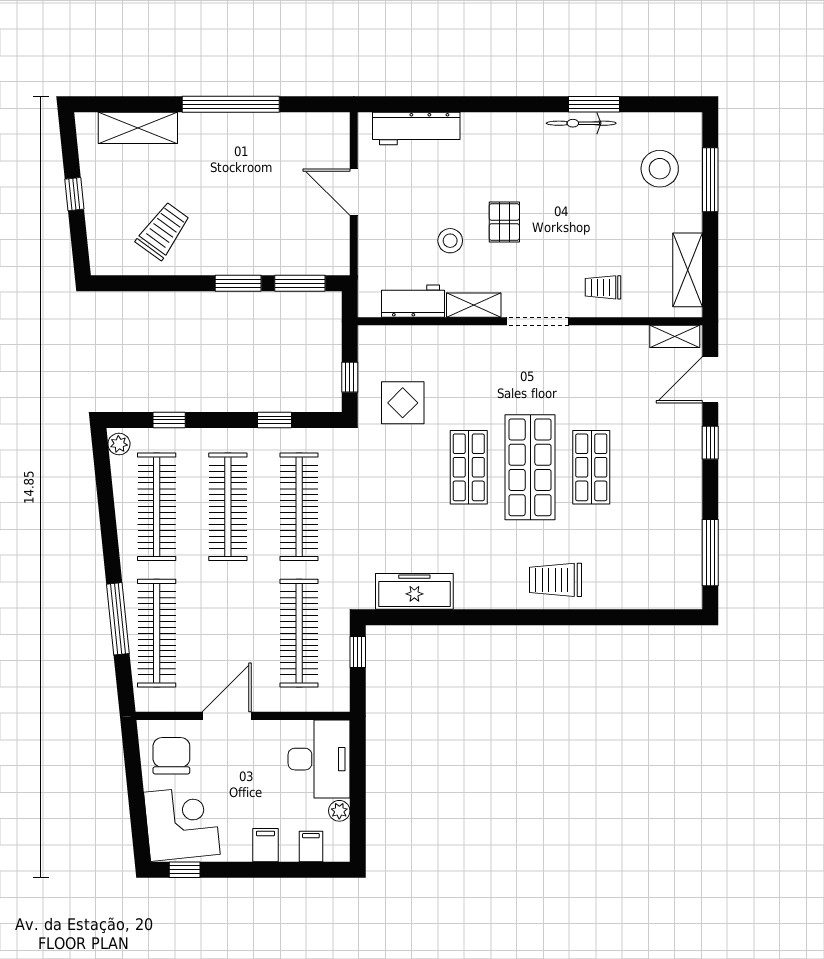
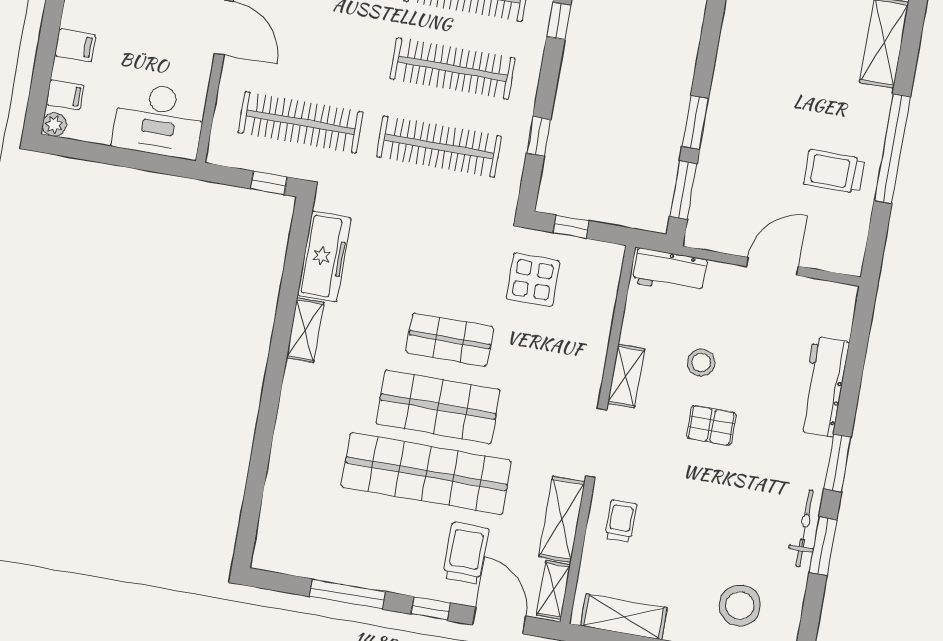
window: (518, 104) -> (837, 463), added
workbench: (416, 129) -> (823, 387), moved
trolley: (163, 231) -> (834, 171), moved, turned 144
workbench: (413, 301) -> (670, 271), moved, turned 90
shelving: (611, 340) -> (562, 519), added
shop shelf: (591, 467) -> (426, 474), width x2.00, depth x1.36
window: (710, 553) -> (347, 594), moved
trolley: (556, 580) -> (466, 553), moved
shelving: (483, 597) -> (305, 330), added
plant: (339, 811) -> (54, 125), moved

